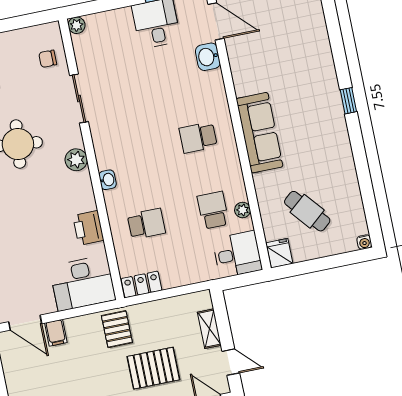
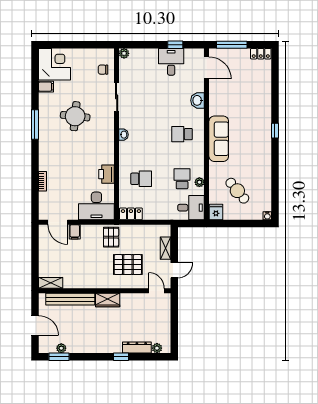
washbasin: (208, 57) -> (198, 100), moved
plant: (76, 160) -> (108, 133), removed
washbasin: (108, 180) -> (124, 135), moved
door: (231, 362) -> (174, 270), hinge flipped

